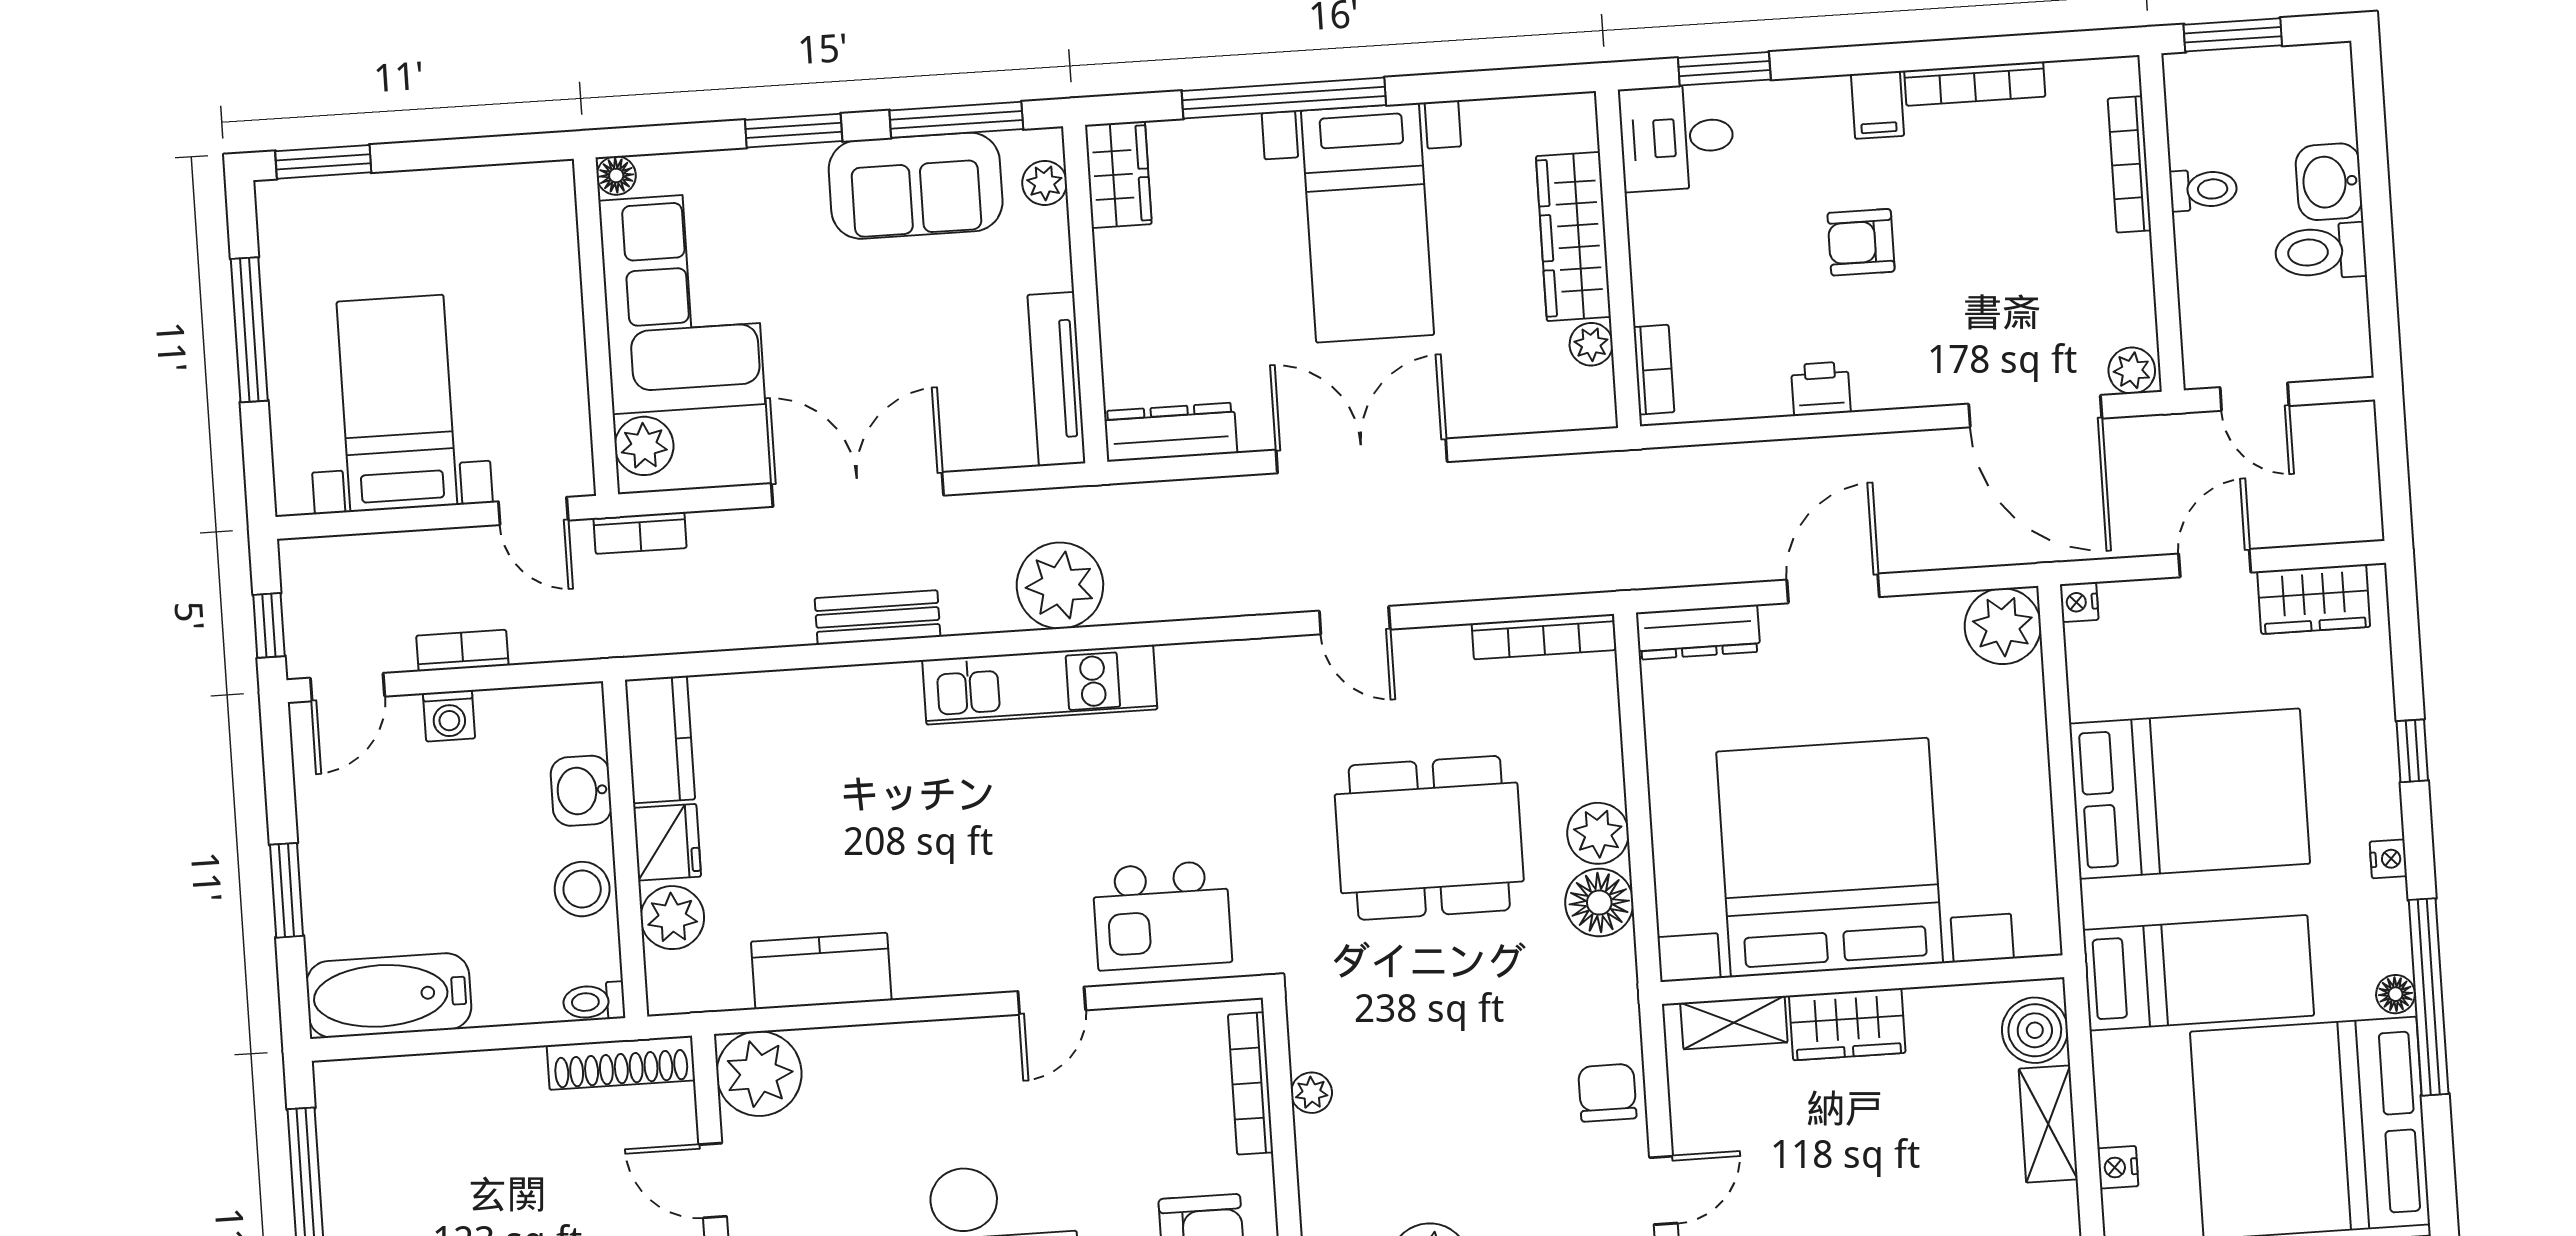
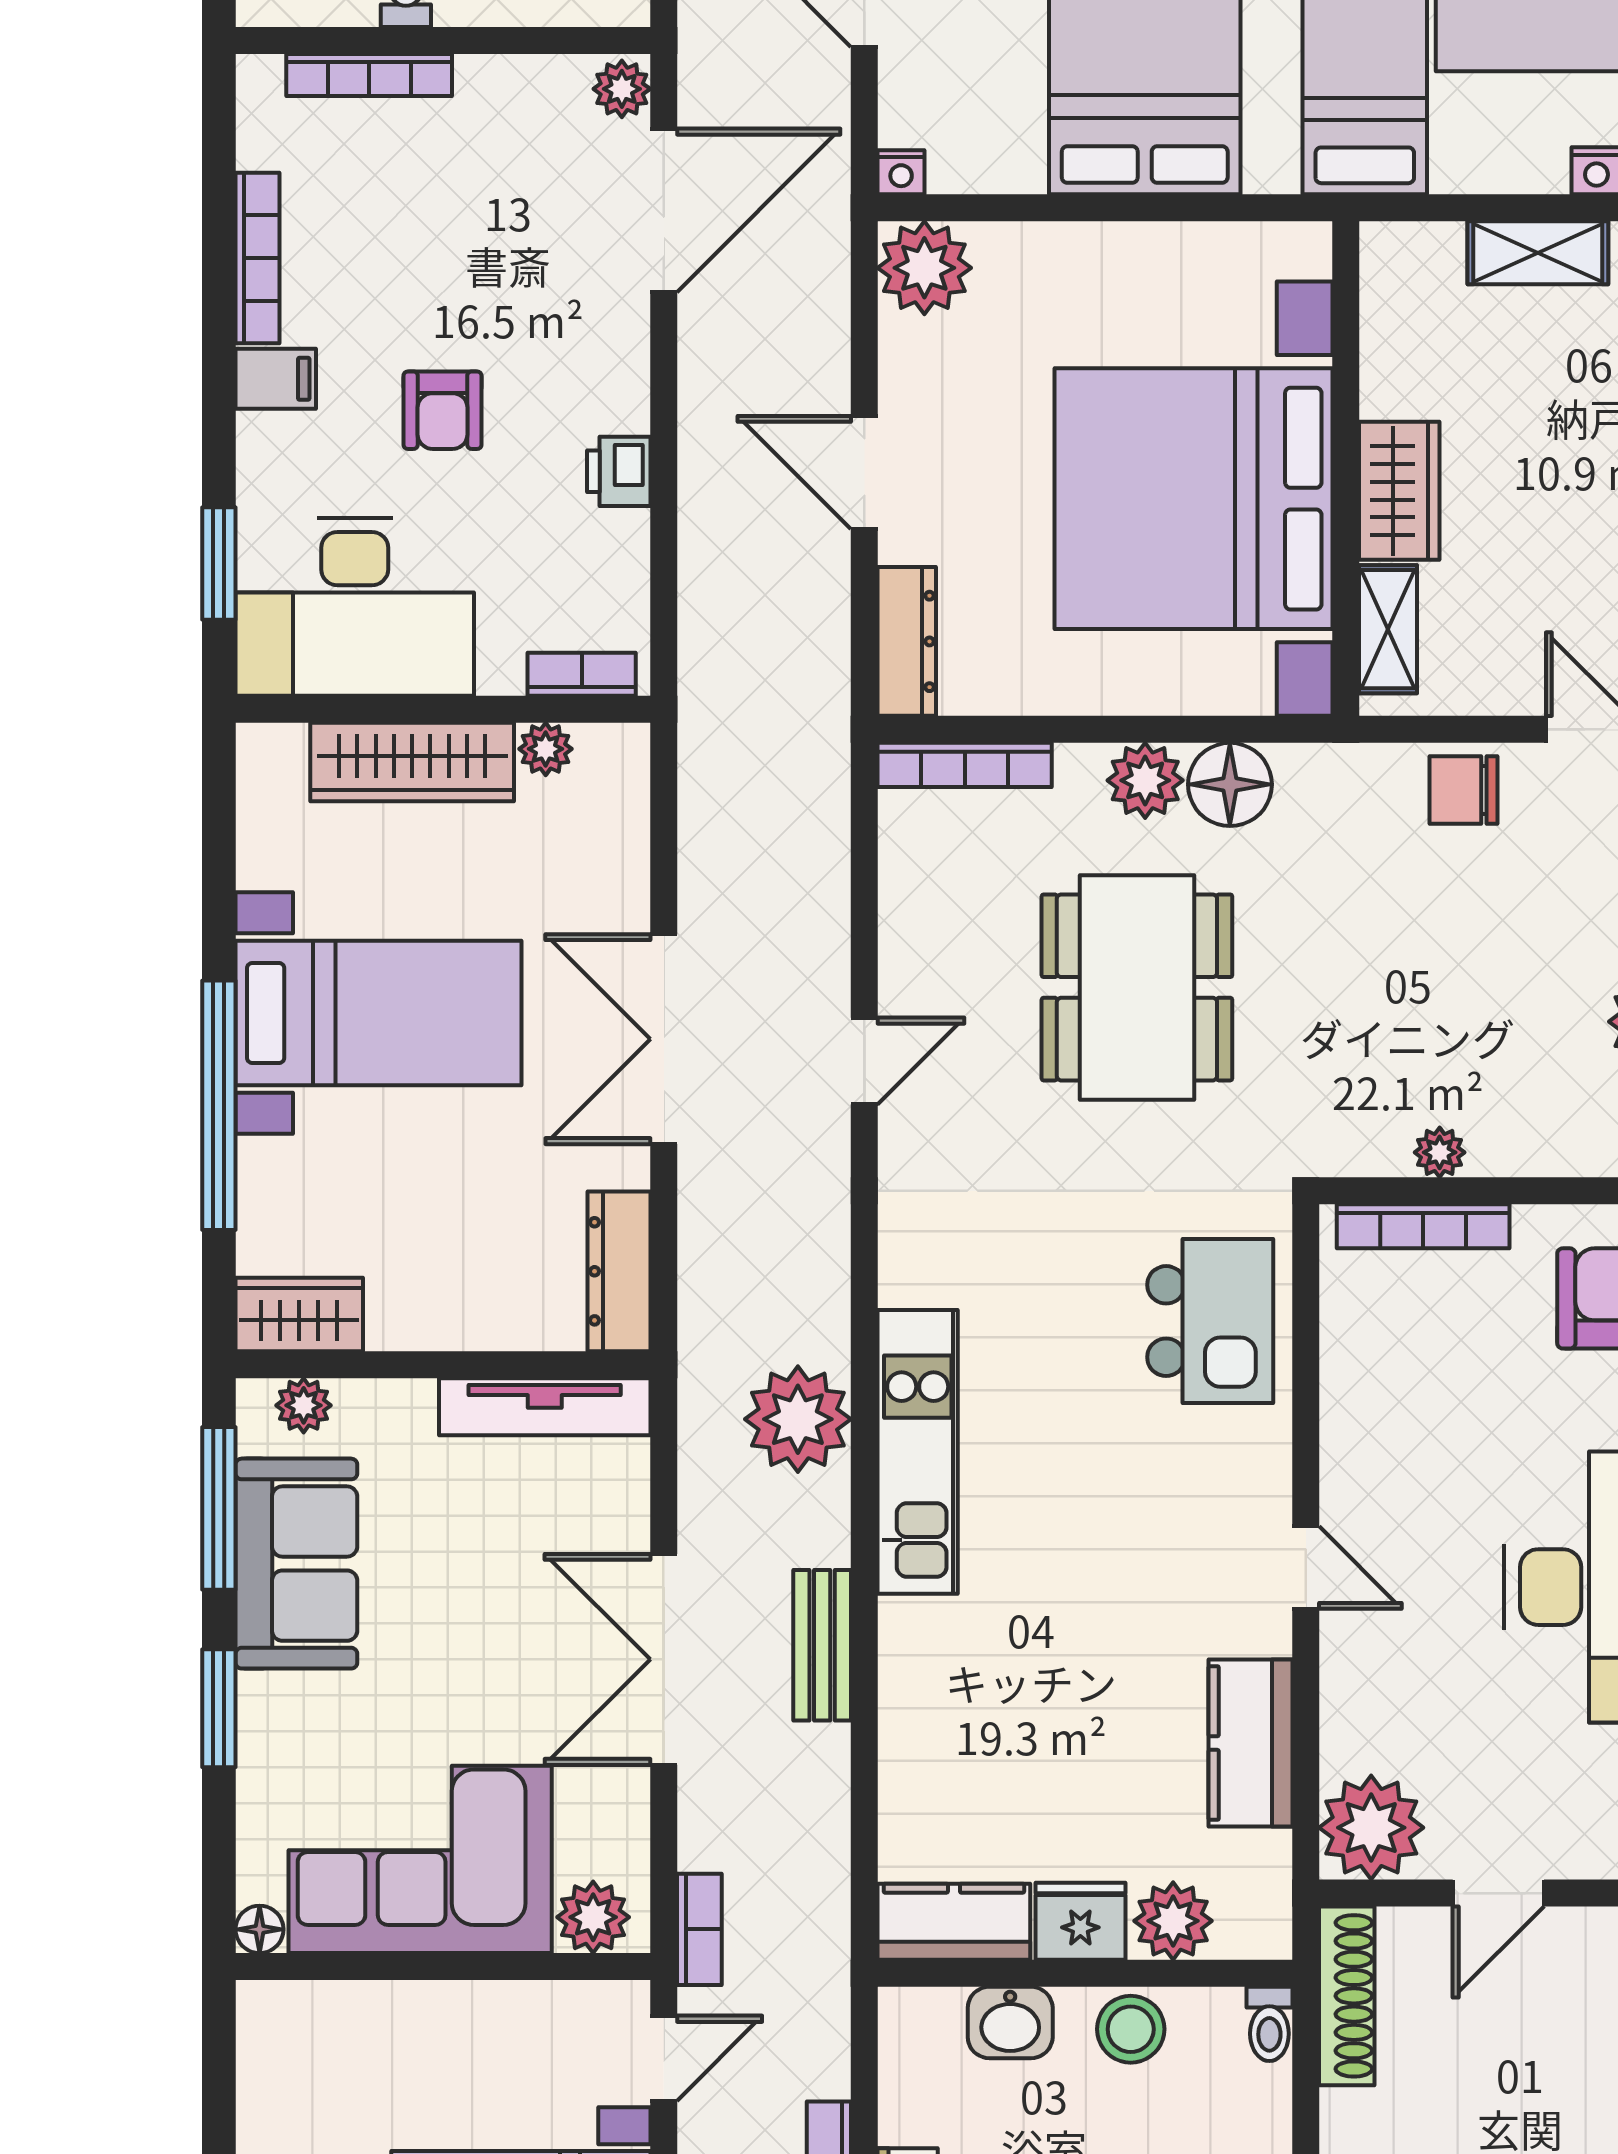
desk: (1677, 137) -> (355, 607), width x1.87, depth x1.30
bookcase: (1544, 637) -> (965, 765), moved, turned 90
door: (1052, 1001) -> (1306, 1568), moved
boiler: (2035, 1030) -> (1422, 261), removed

